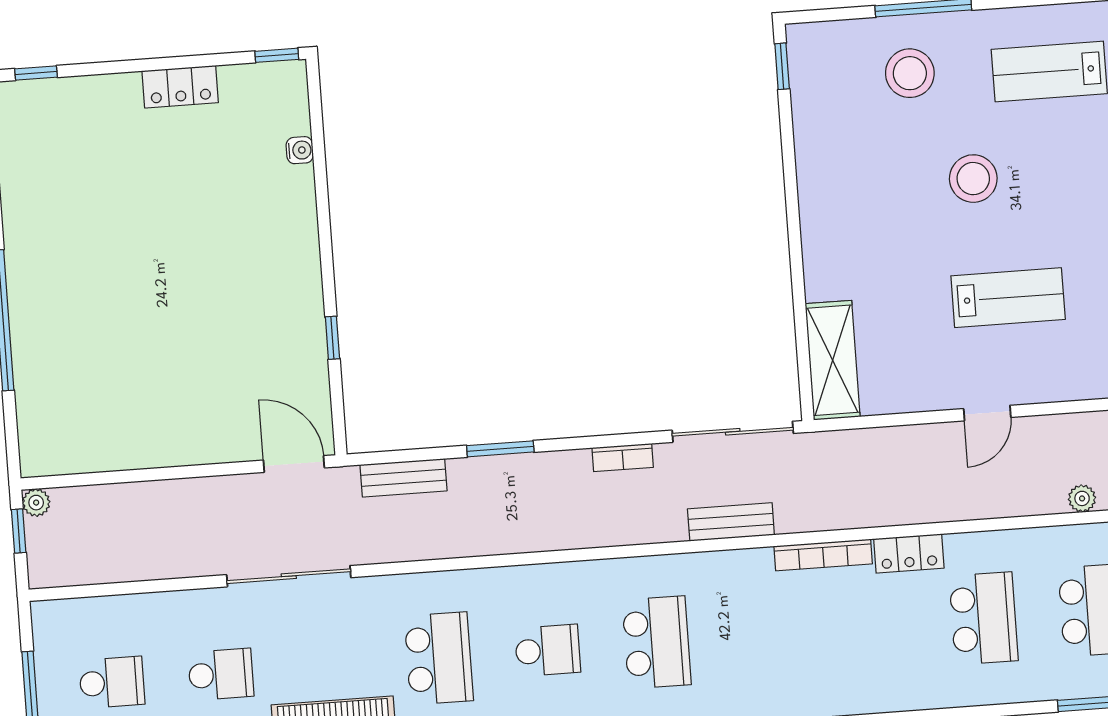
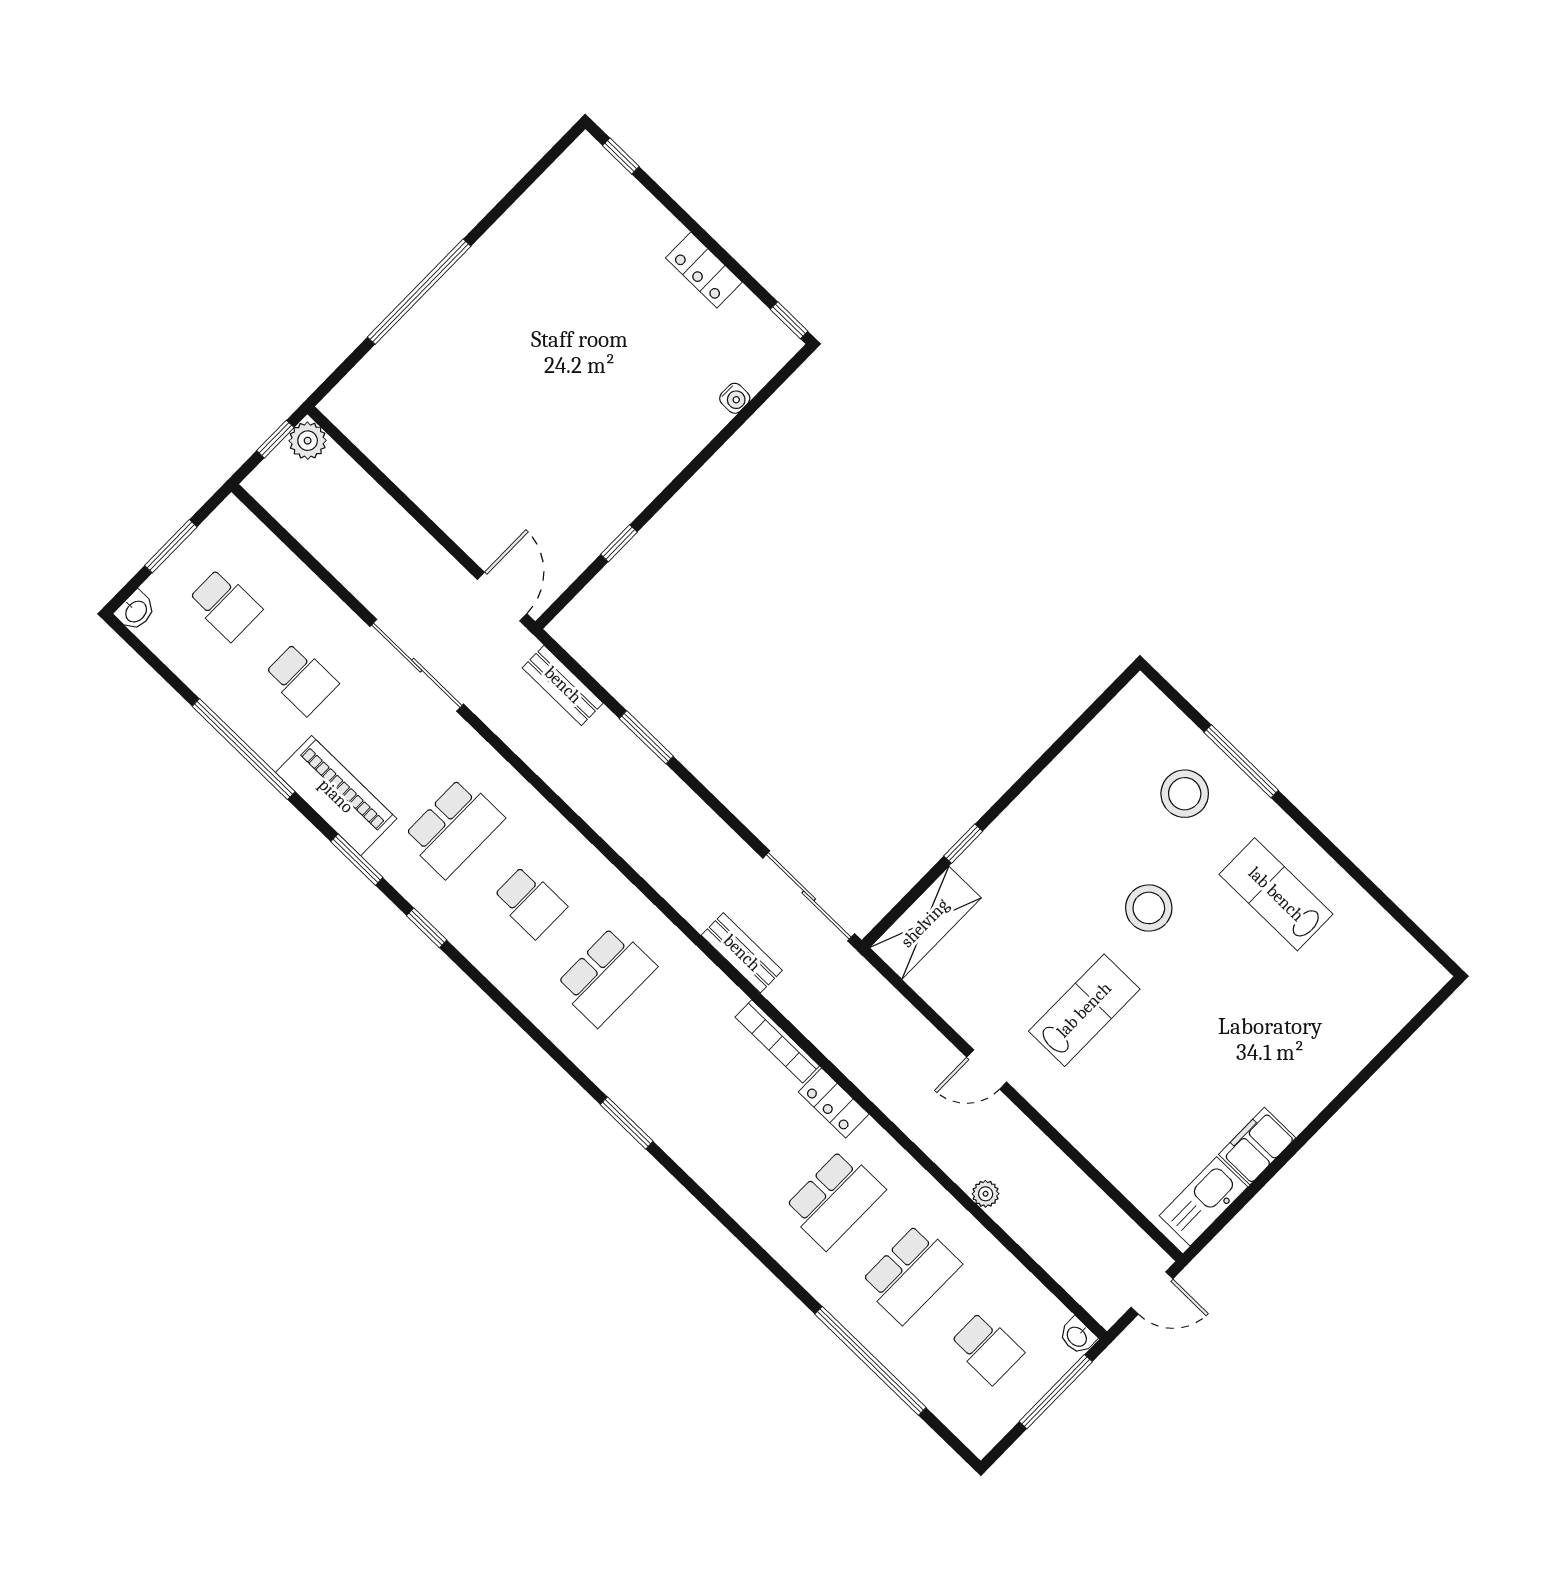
window: (782, 66) -> (963, 844), moved
lab bench: (1008, 298) -> (1084, 1010), turned -90
bookcase: (623, 457) -> (719, 832), removed
plant: (36, 503) -> (308, 441), width x1.38, depth x1.38

